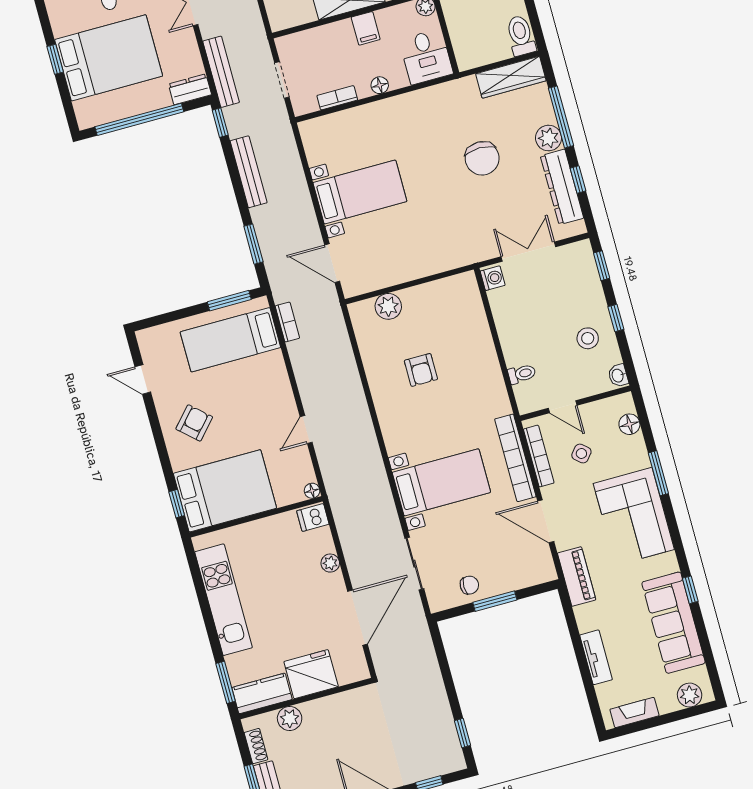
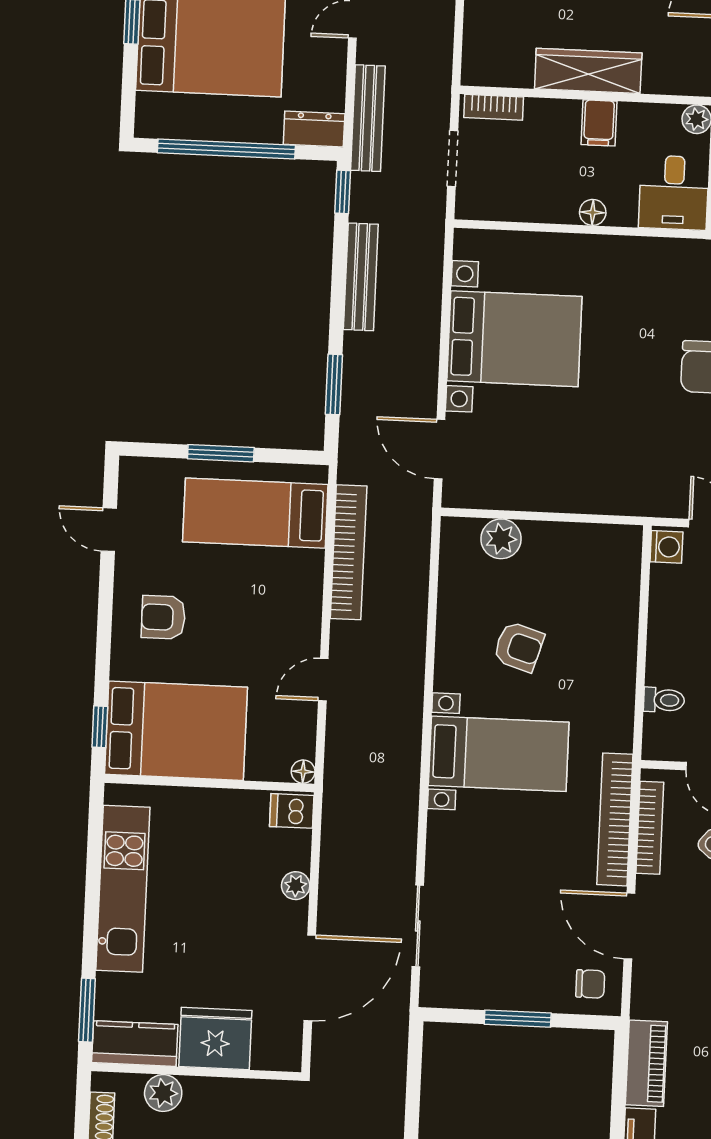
bookcase: (337, 98) -> (494, 107), moved, turned 180
bed with nightstands: (360, 192) -> (514, 339), width x1.36
window: (229, 301) -> (221, 453), moved
bookcase: (287, 322) -> (349, 552), width x2.31, depth x1.31
armchair: (421, 370) -> (519, 647), turned -73
armchair: (194, 423) -> (163, 617), turned -132
bed with nightstands: (441, 482) -> (499, 754), moved
piano: (577, 577) -> (646, 1063), moved
chair: (469, 585) -> (590, 984), moved

